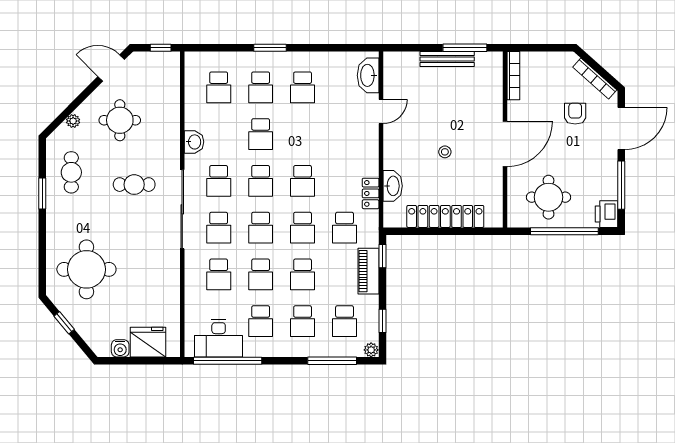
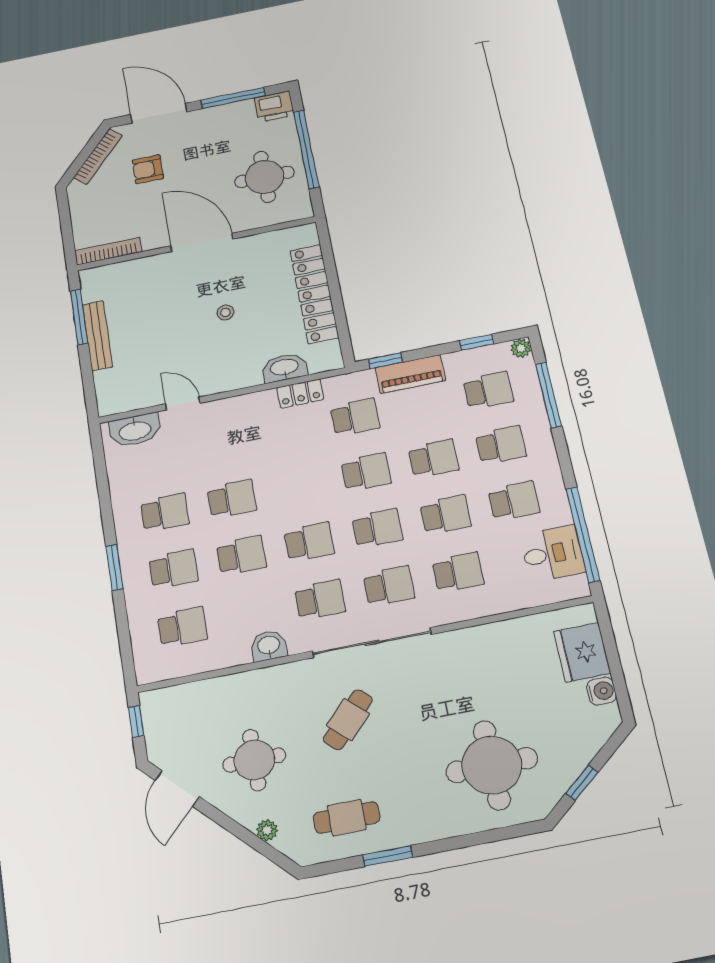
school desk: (303, 181) -> (232, 499), moved
cafe table: (134, 185) -> (348, 720), turned 43
desk: (219, 338) -> (553, 554), width x0.73

